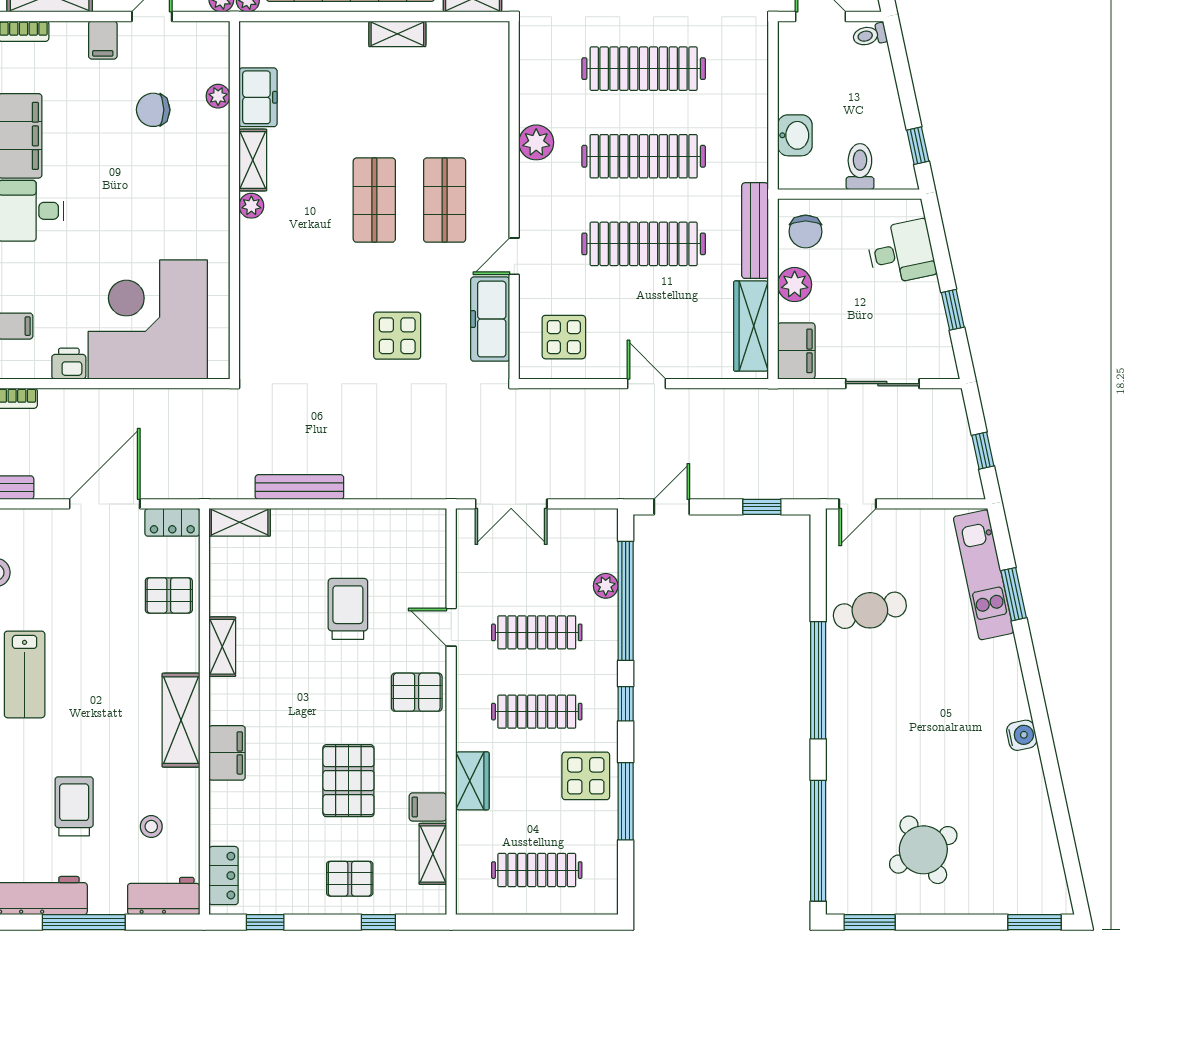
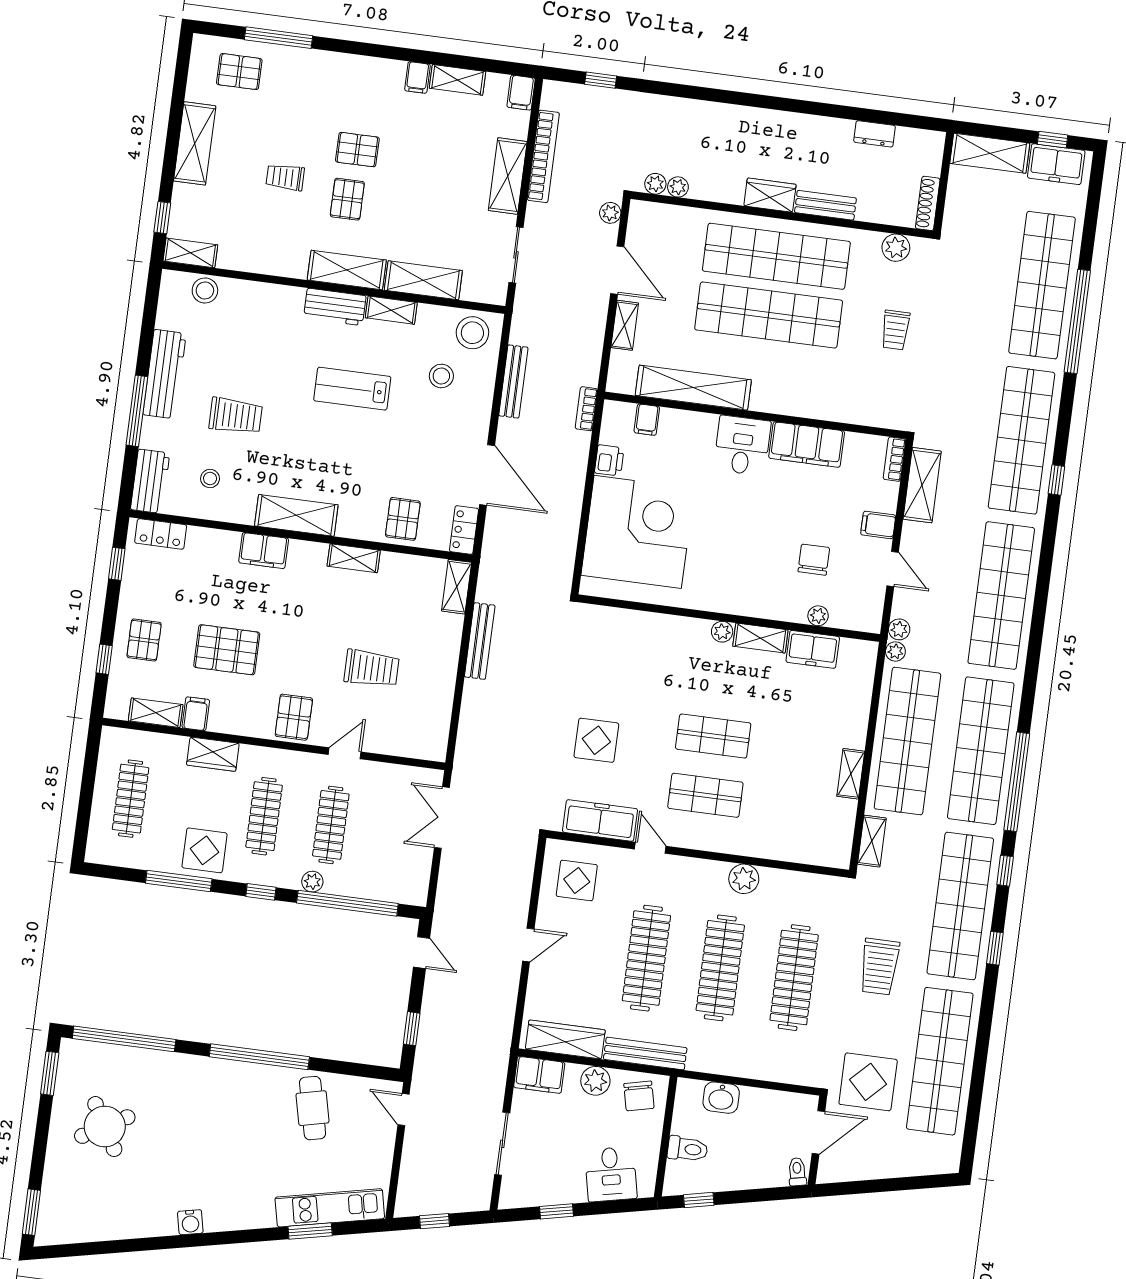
chair: (806, 231) -> (639, 1096), turned -103
plant: (606, 586) -> (312, 882), moved

